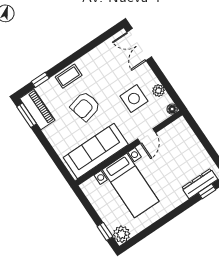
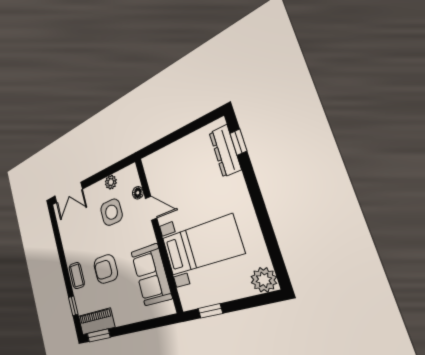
armchair: (85, 106) -> (106, 269), turned 104
floor lamp: (172, 109) -> (138, 193), moved
sofa: (96, 151) -> (151, 275), width x0.73
window: (105, 231) -> (210, 311), moved

